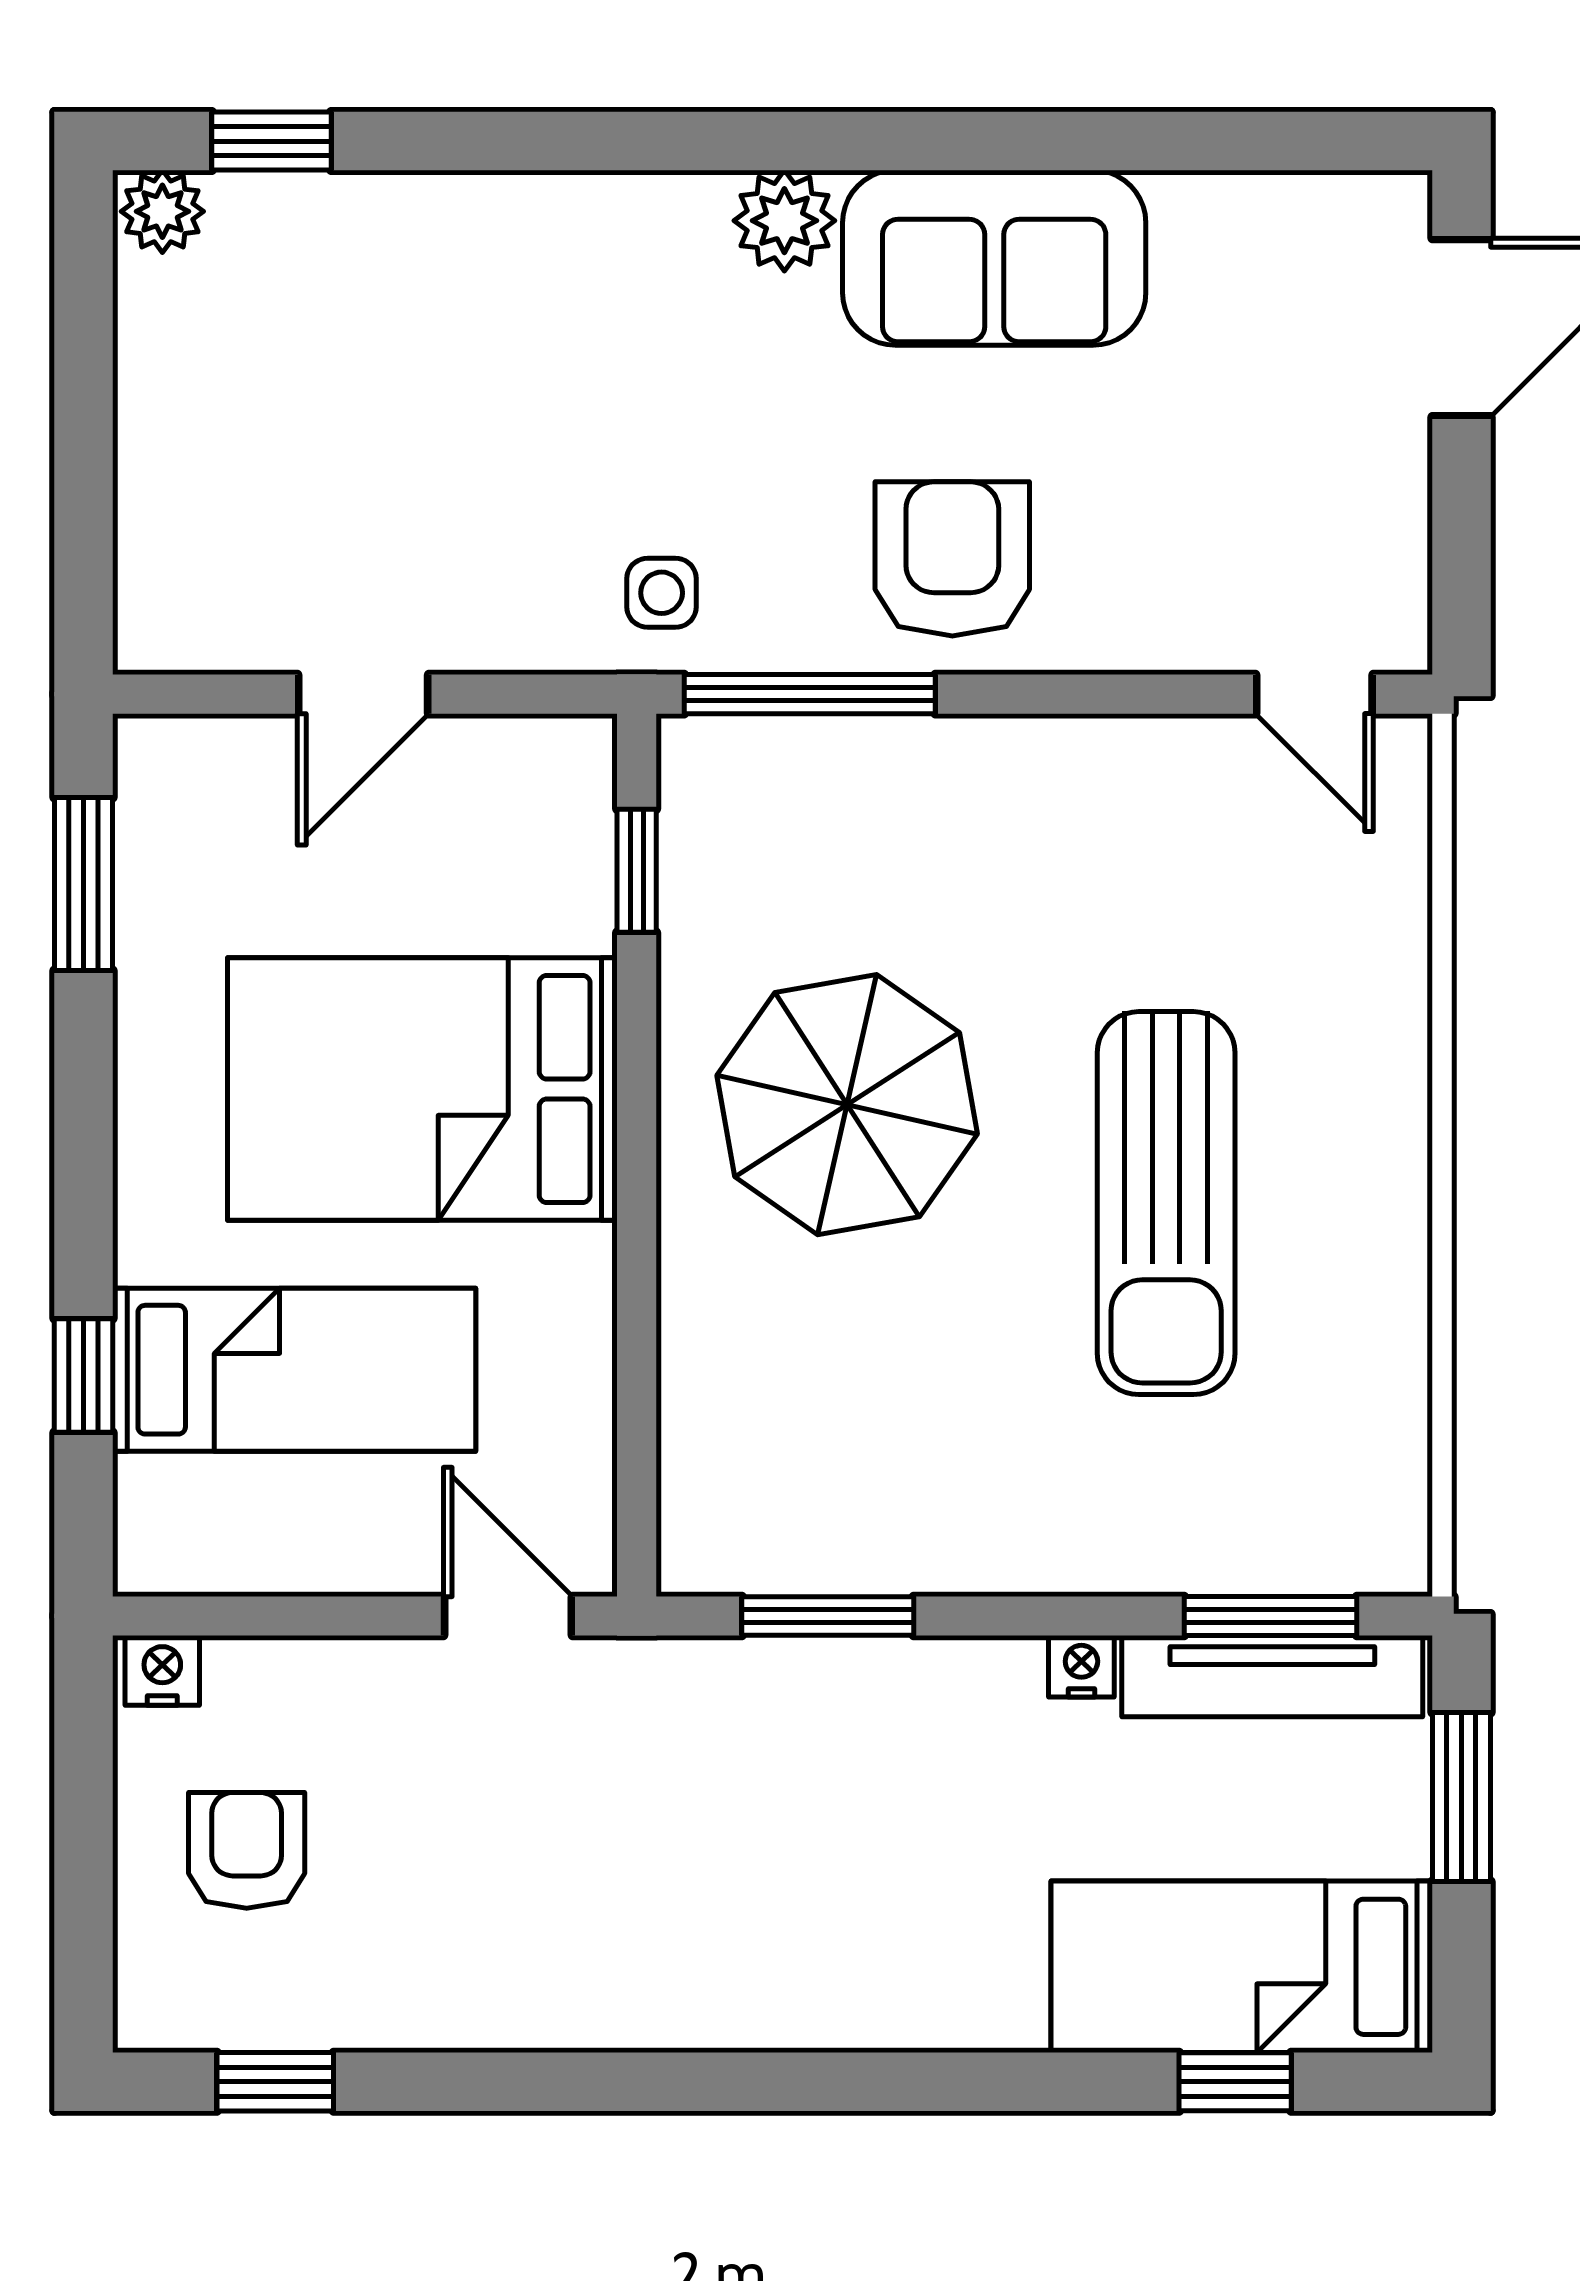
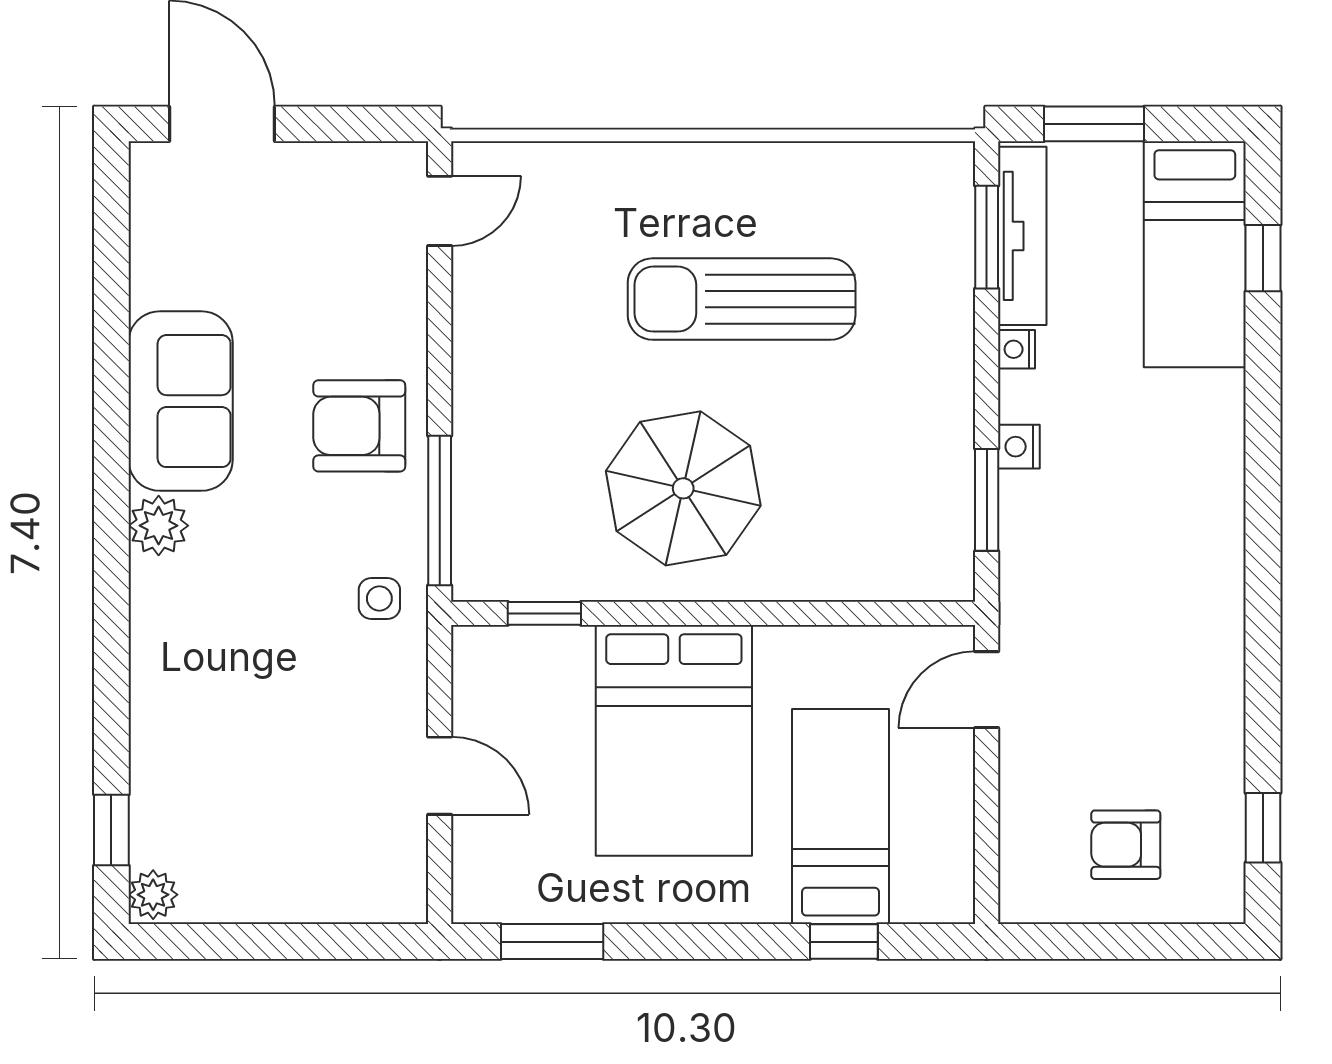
sun lounger: (1166, 1203) -> (742, 299), turned 180
nightstand: (162, 1670) -> (1019, 447), moved

